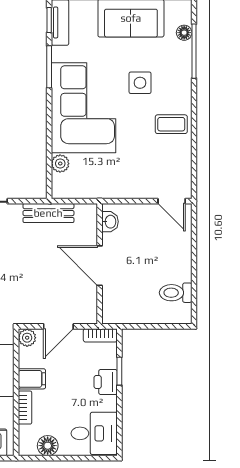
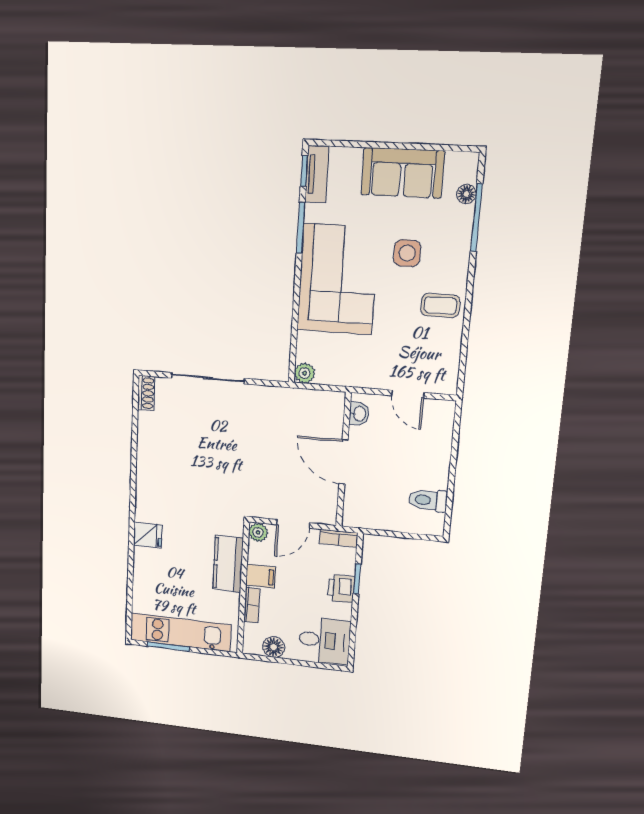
plant: (60, 164) -> (305, 373), moved
door: (172, 201) -> (408, 394), moved
bench: (48, 213) -> (290, 398), removed

